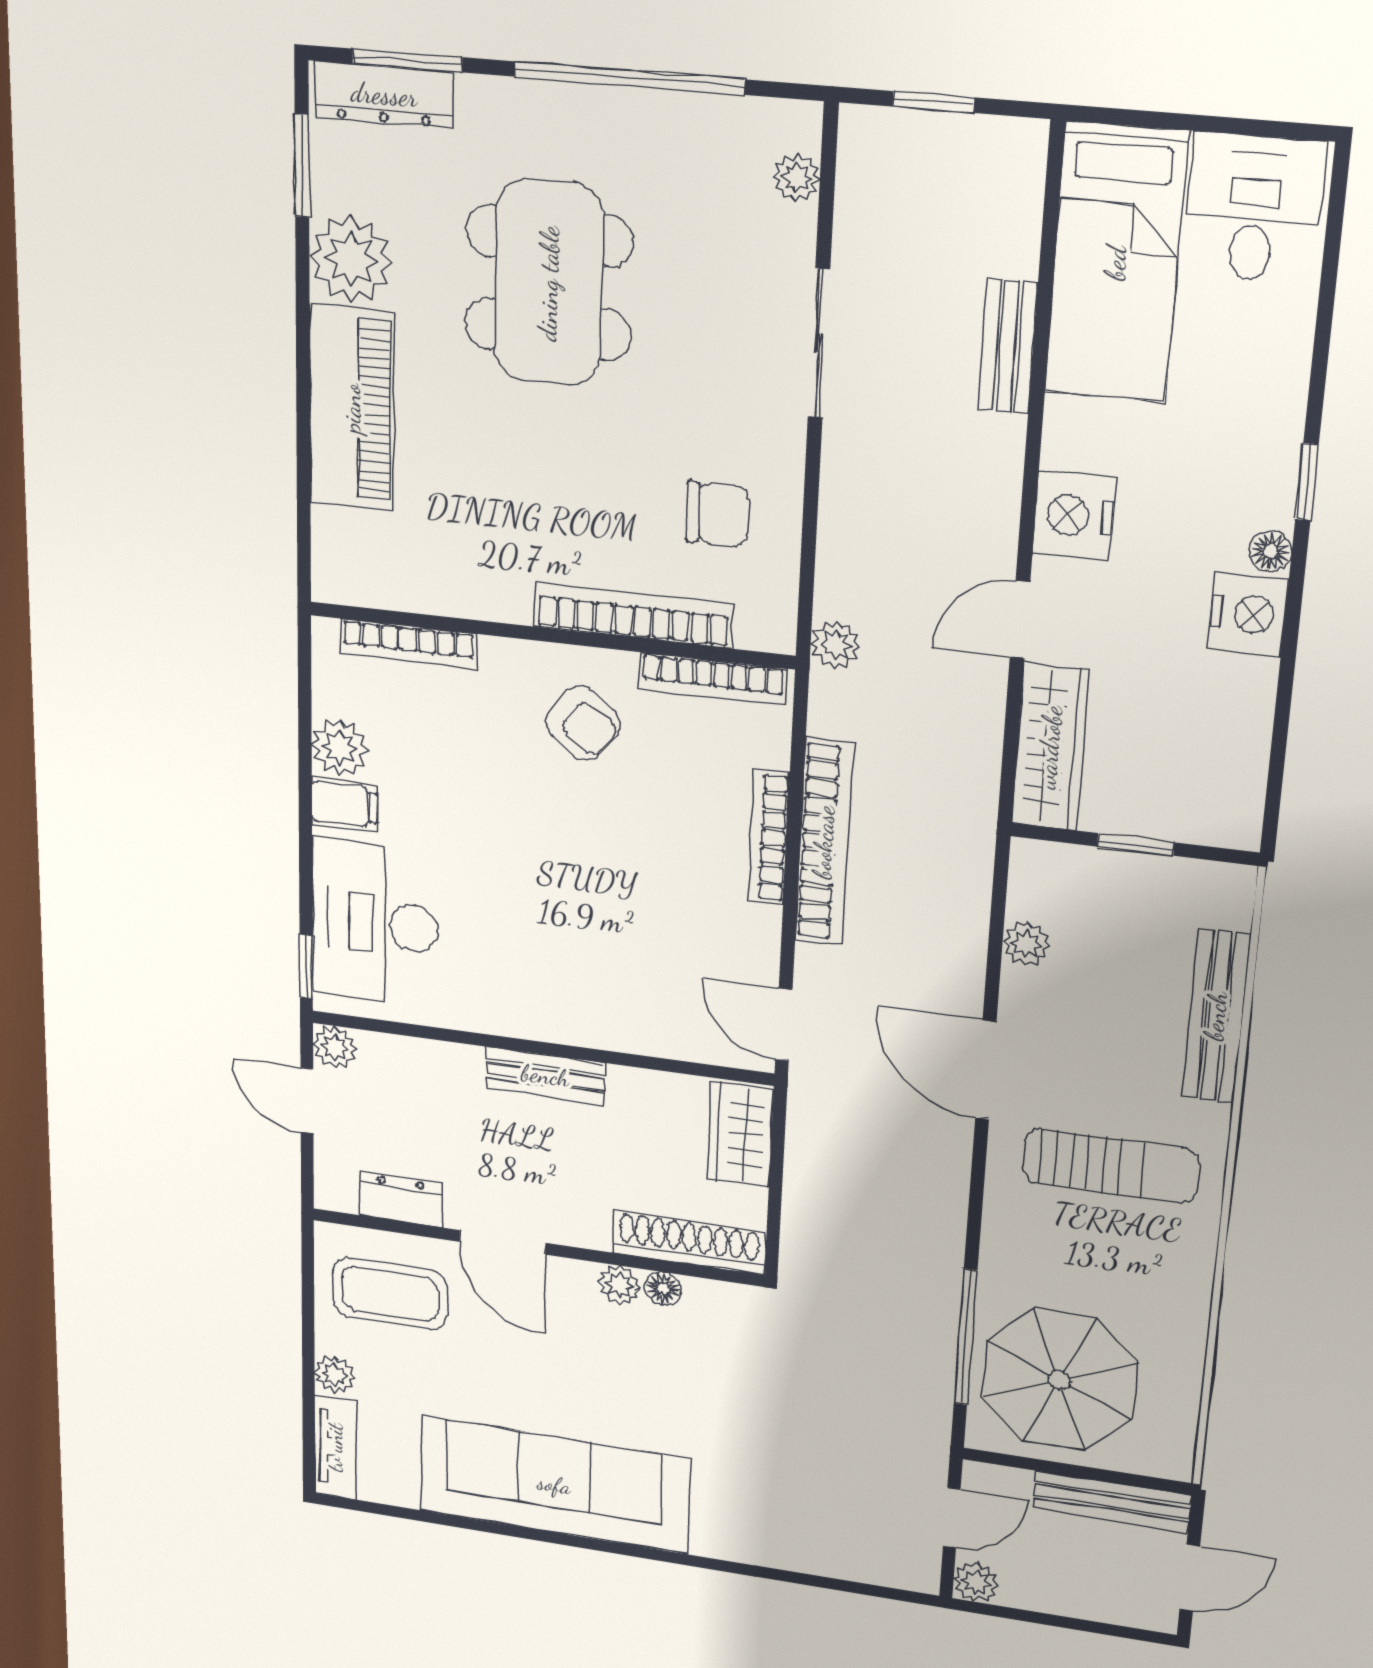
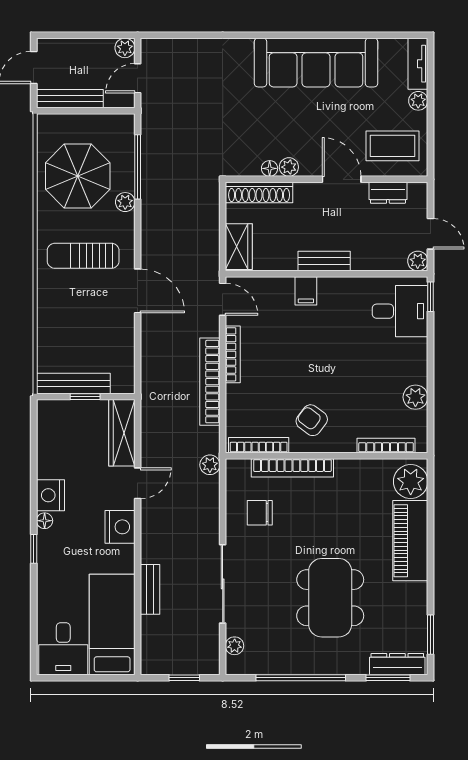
plant: (351, 259) -> (411, 481), moved
sliding door: (819, 343) -> (223, 584), width x1.37
filing cabinet: (344, 804) -> (306, 291), moved, turned -90
bookcase: (769, 838) -> (233, 354), moved
desk: (375, 923) -> (400, 311), width x0.73
plant: (1026, 944) -> (125, 202), moved
bench: (1216, 1016) -> (73, 384), moved, turned 90
parasol: (1060, 1380) -> (78, 176), moved

